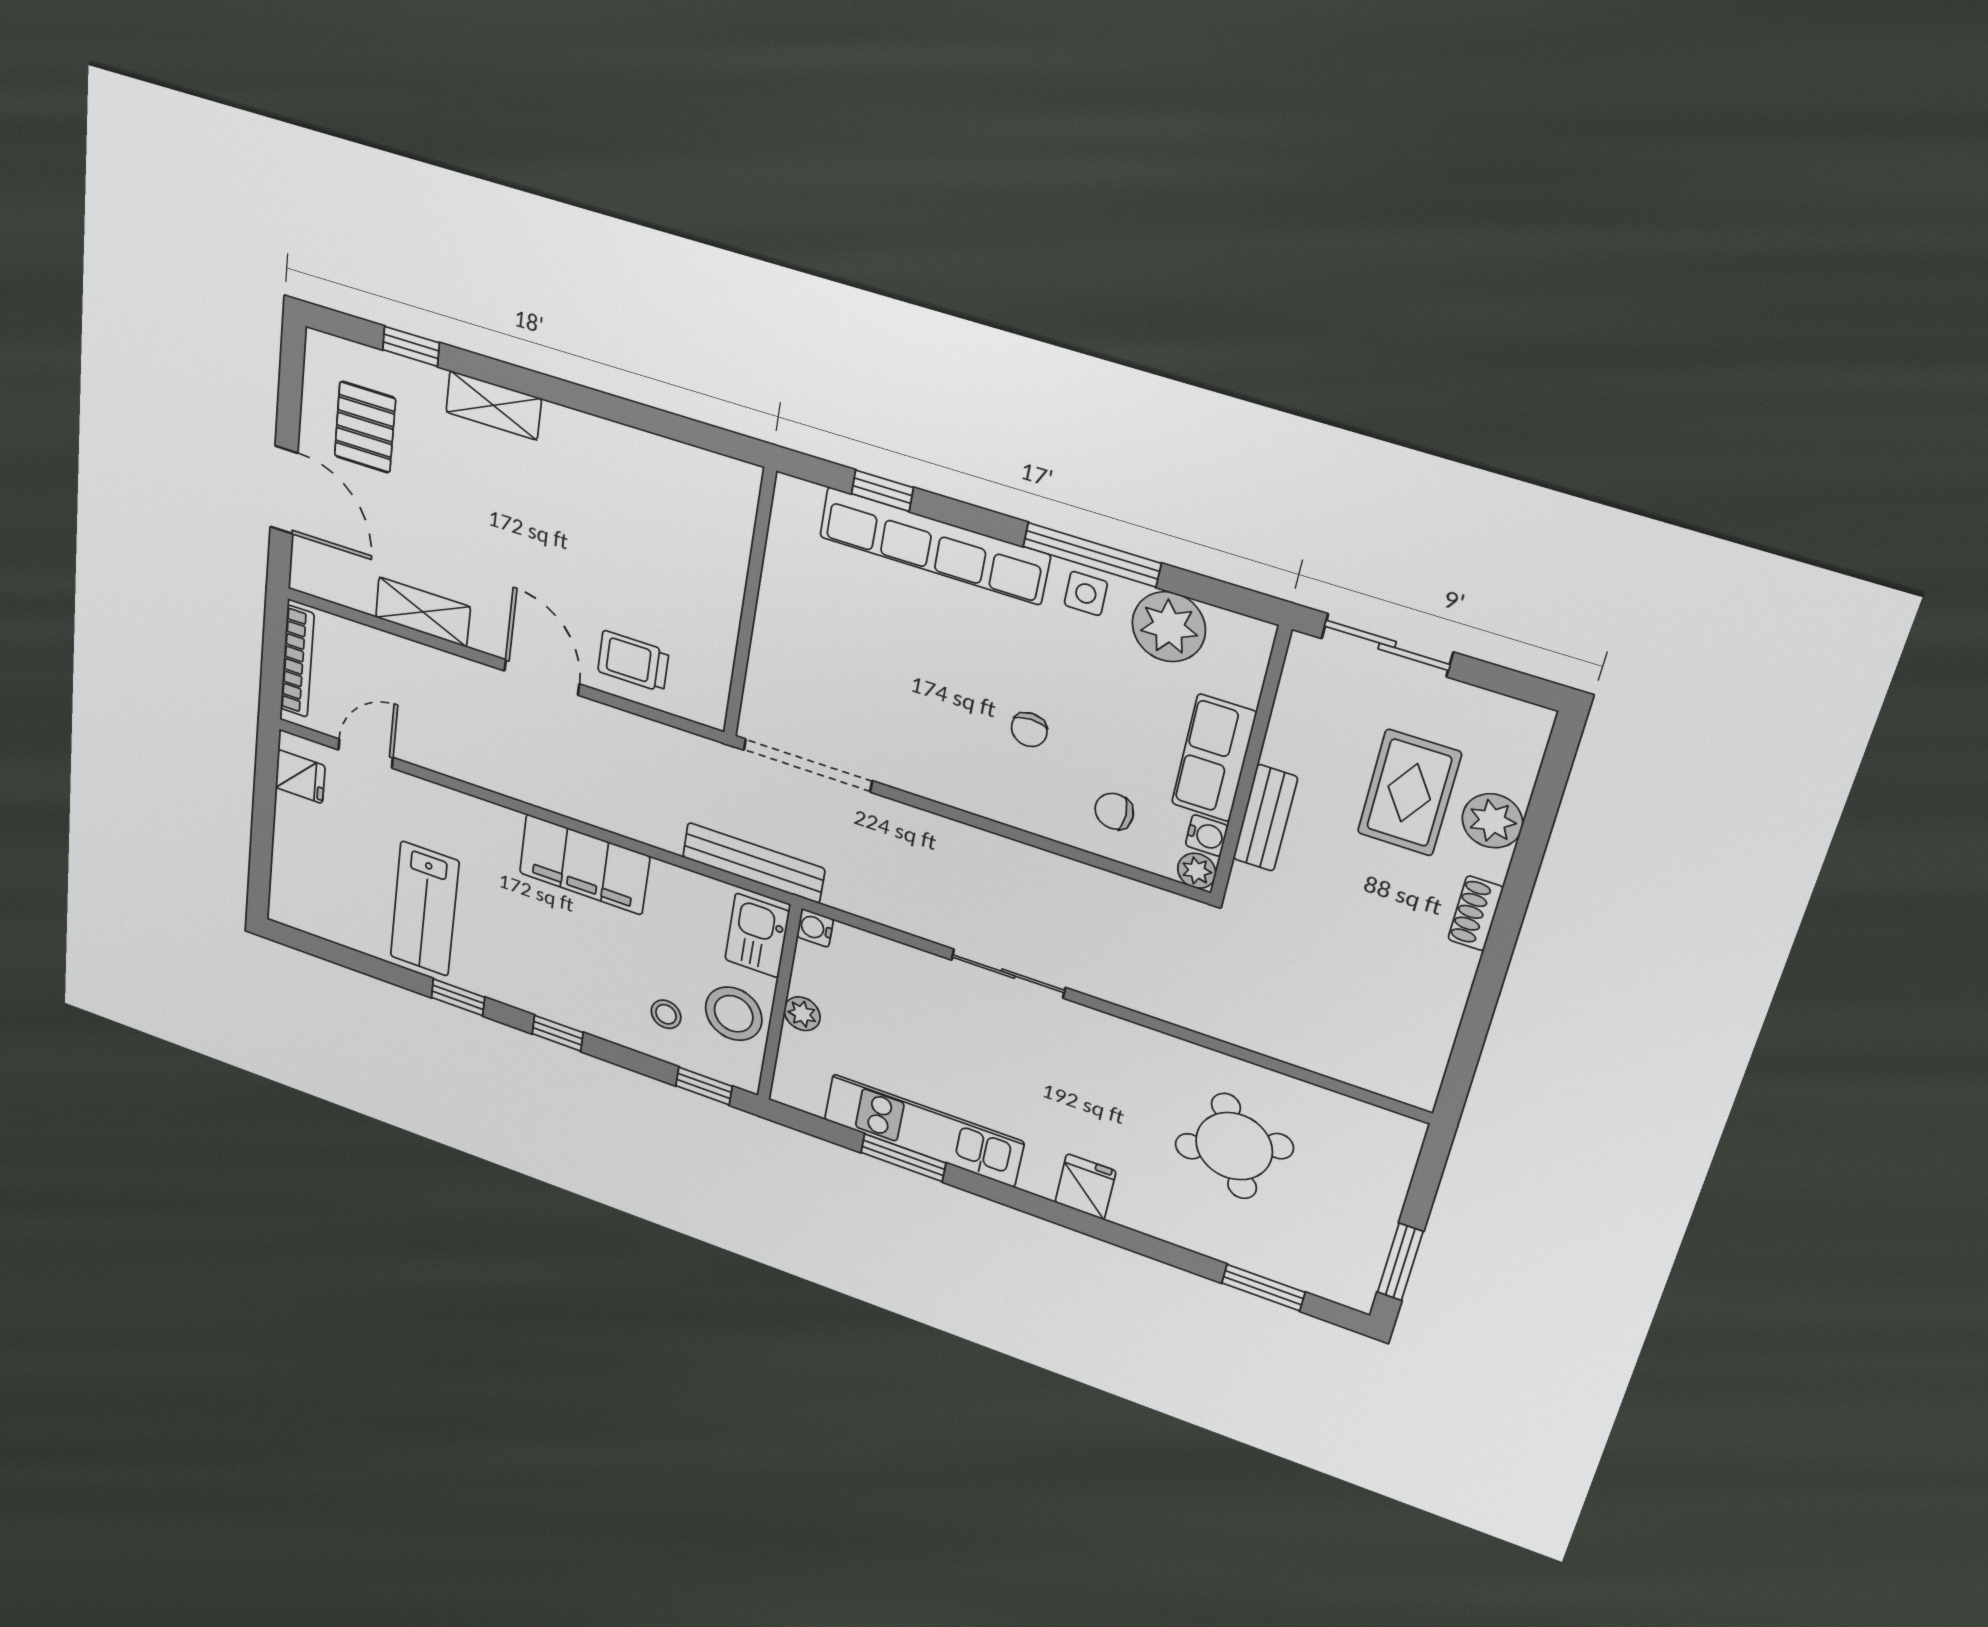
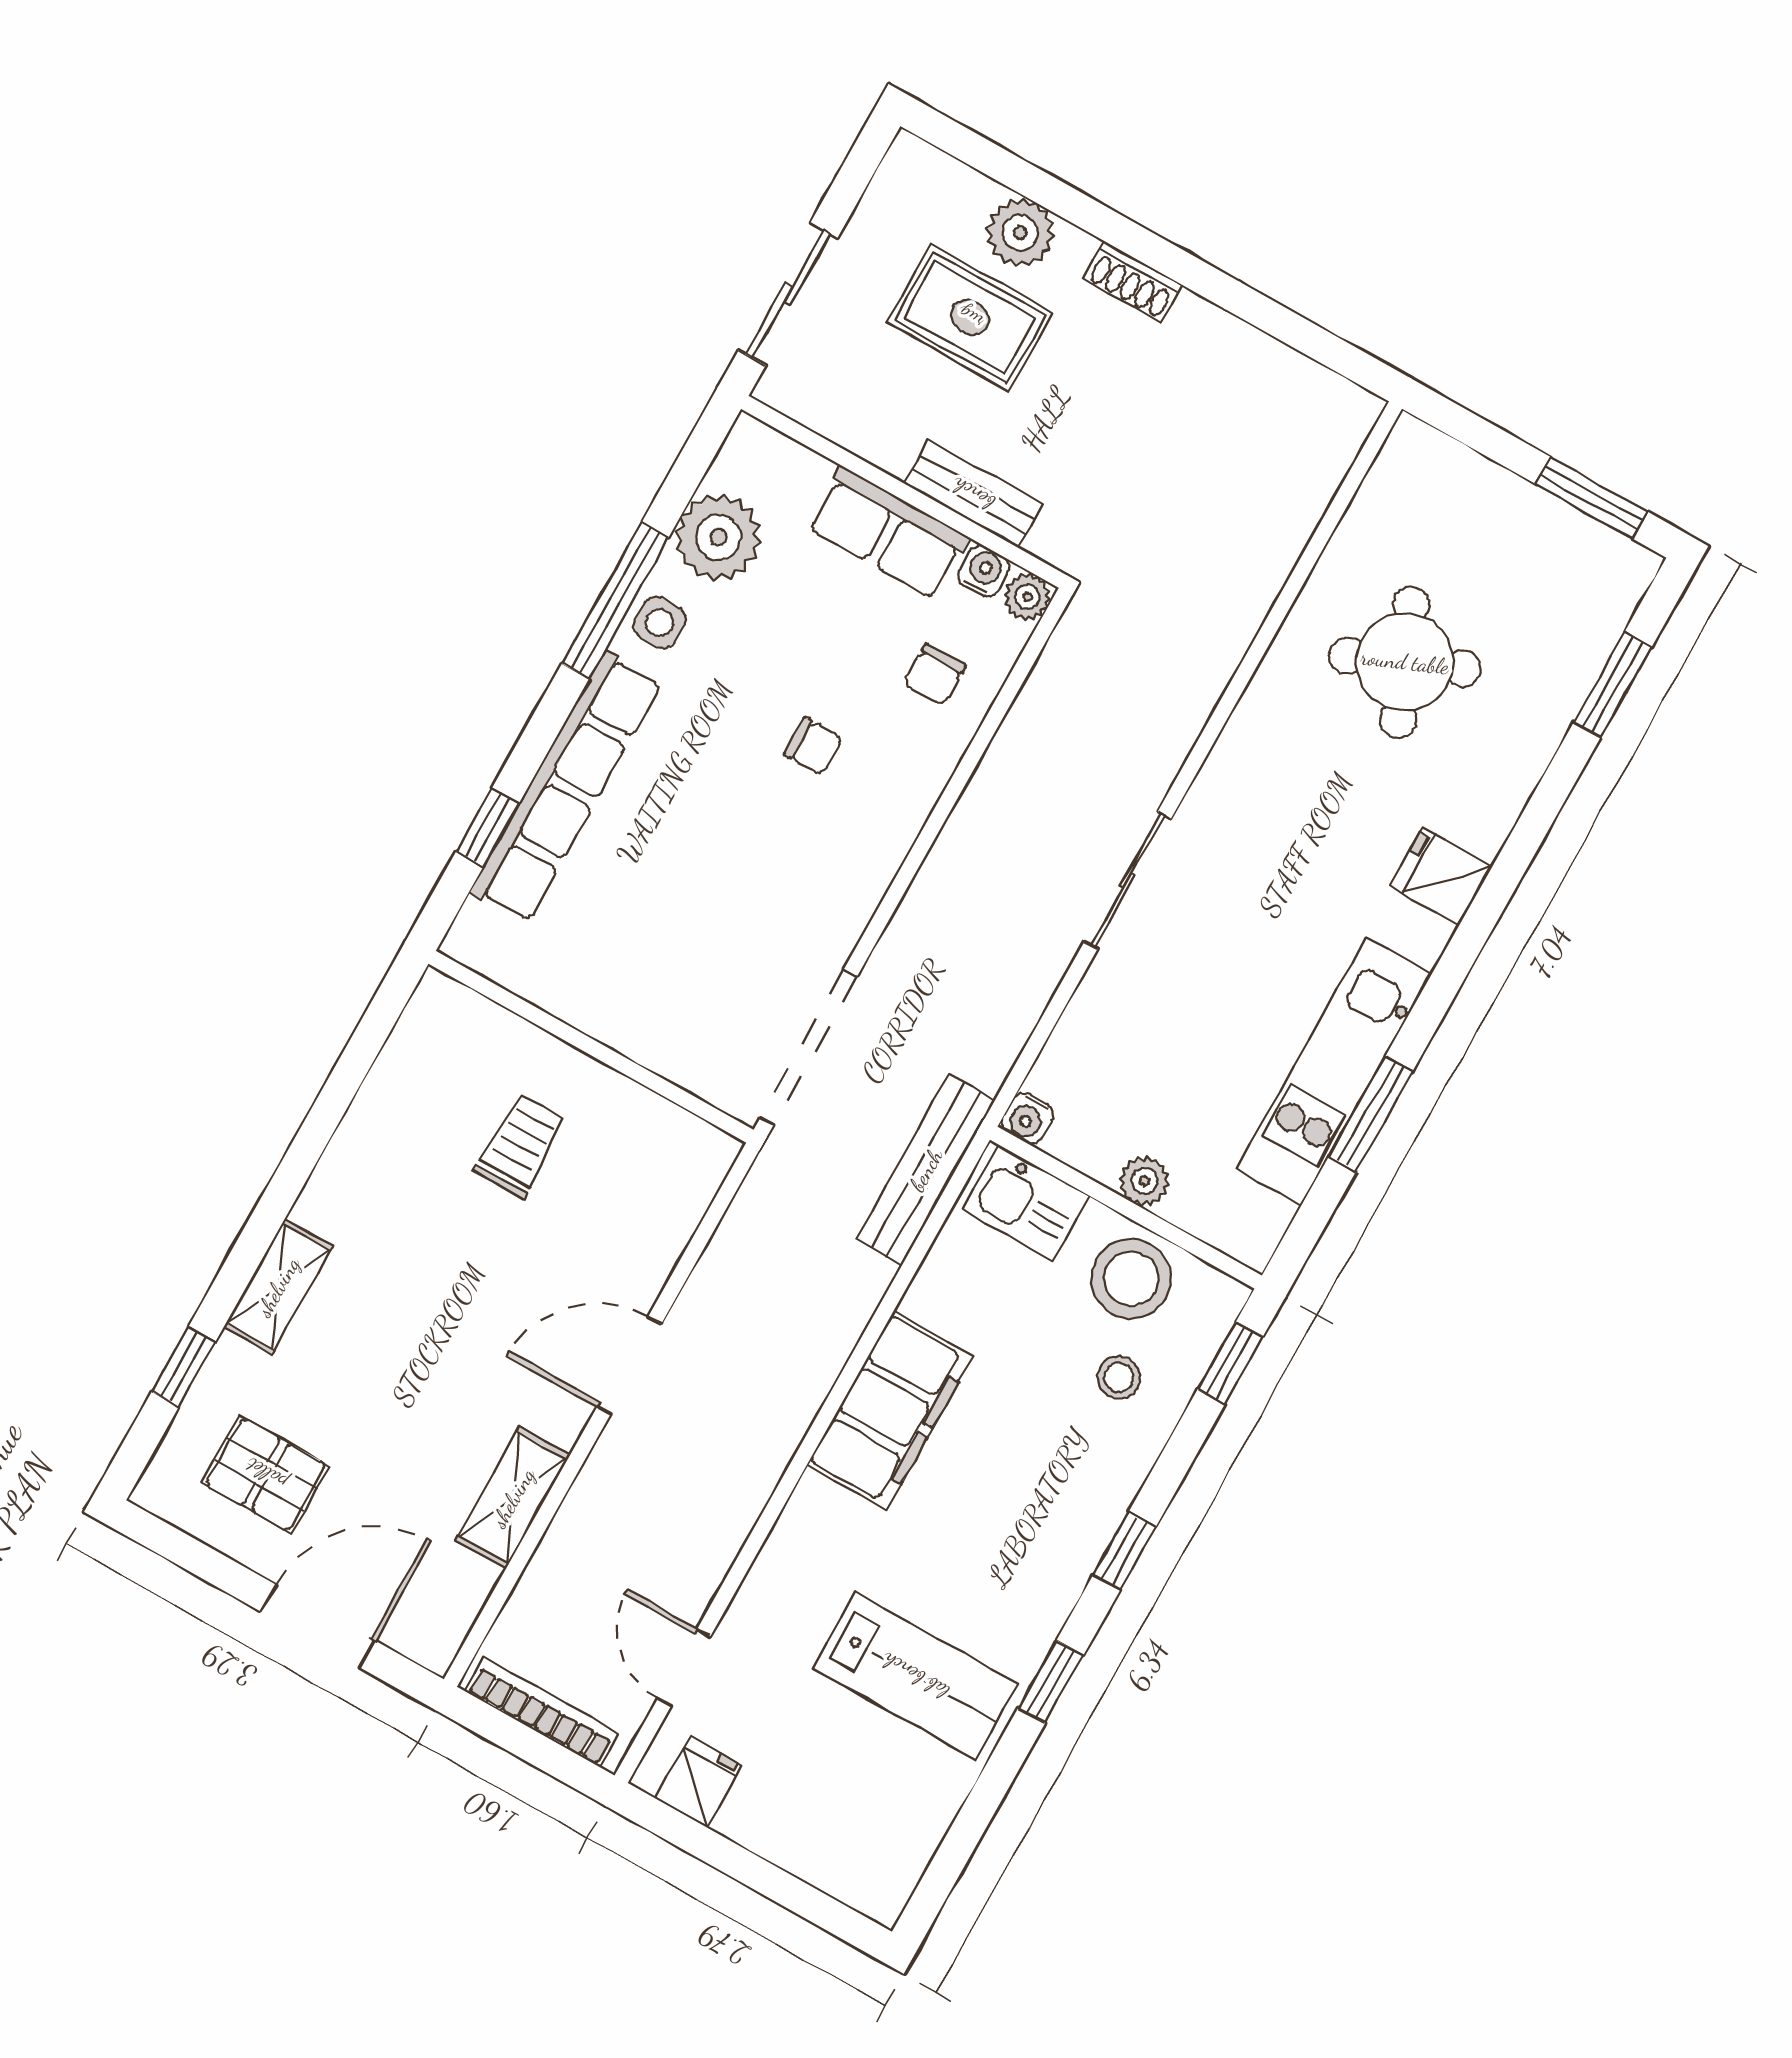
trolley: (633, 661) -> (520, 1145), moved, turned 180

